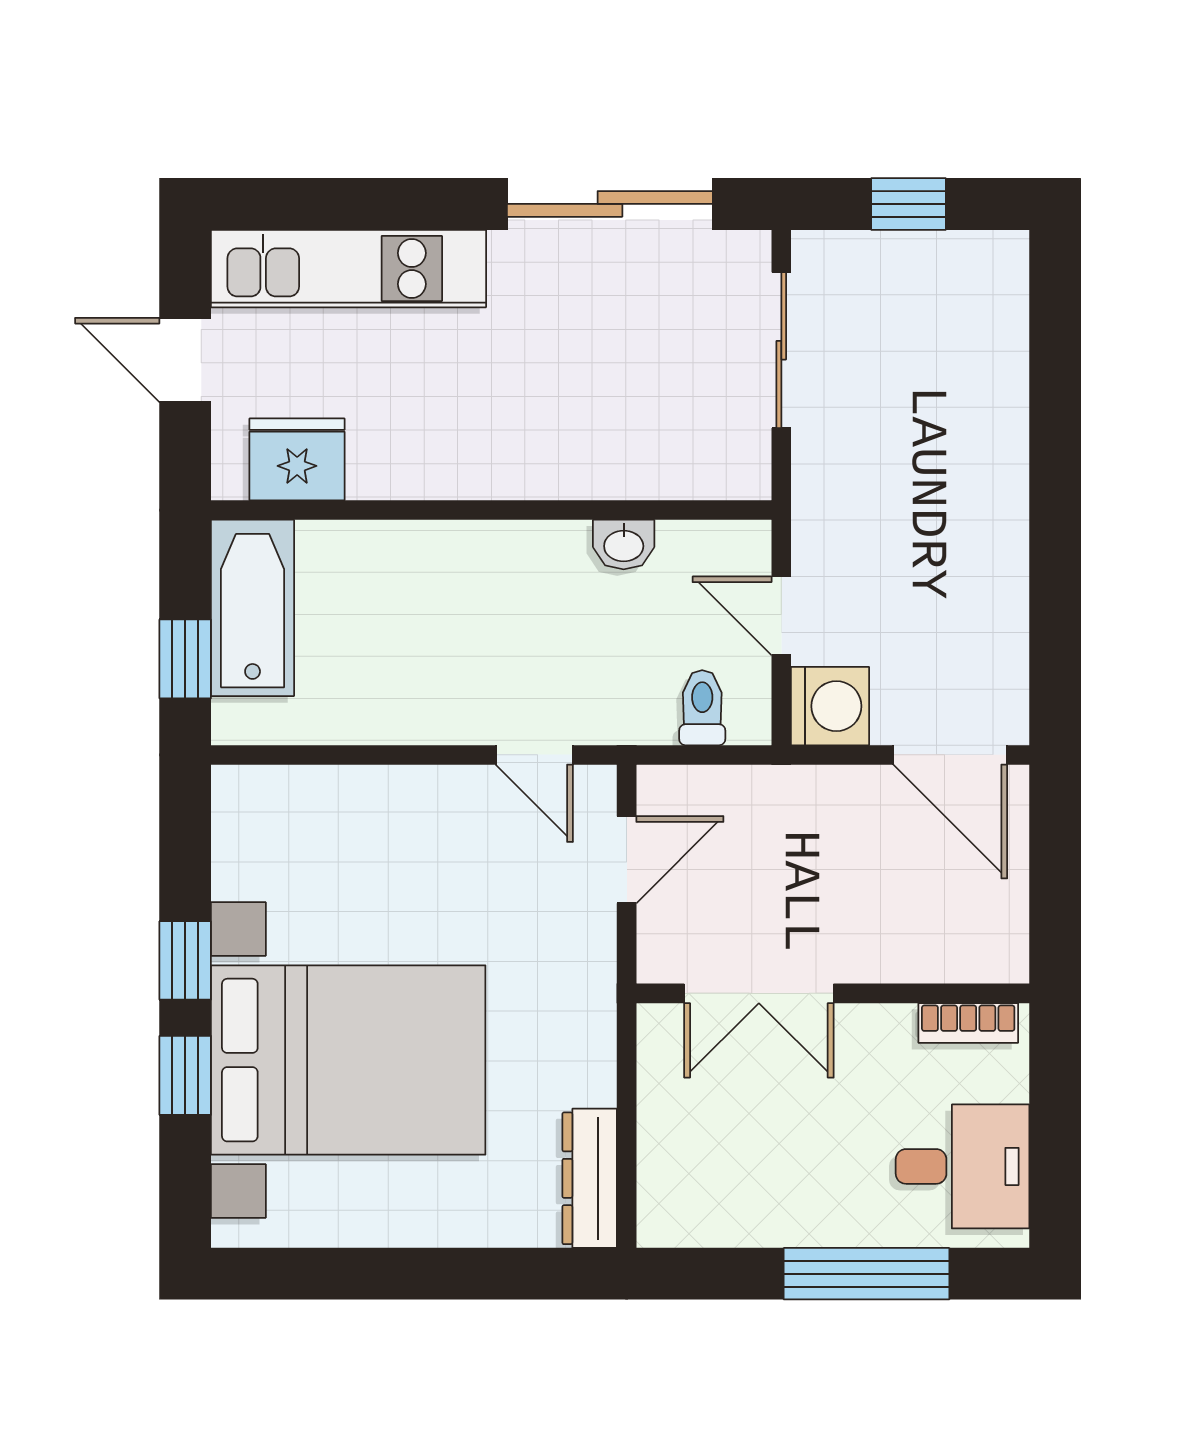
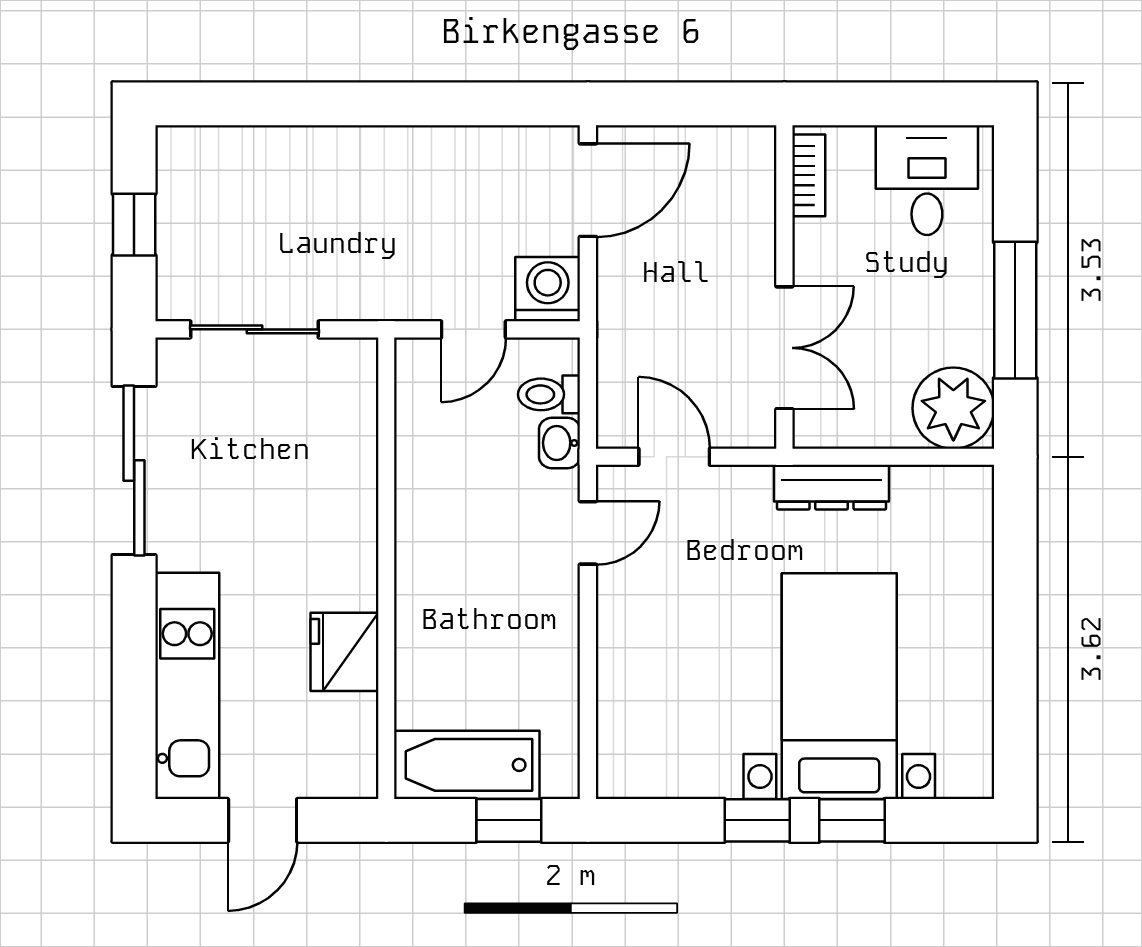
fridge: (297, 459) -> (344, 652), moved
washbasin: (624, 545) -> (560, 443), moved, turned 180
bed with nightstands: (348, 1060) -> (839, 686), width x0.73
dresser: (590, 1178) -> (831, 487), moved
plant: (686, 1198) -> (953, 408), added
window: (866, 1274) -> (1015, 310), moved

